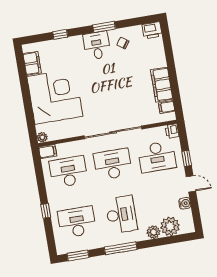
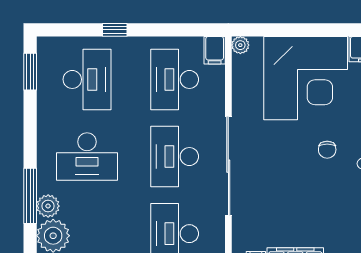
chair: (94, 77) -> (327, 150), added
desk: (113, 164) -> (175, 157), turned 180
desk: (68, 172) -> (175, 79), turned 180
window: (121, 248) -> (30, 196), moved

